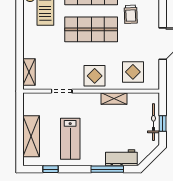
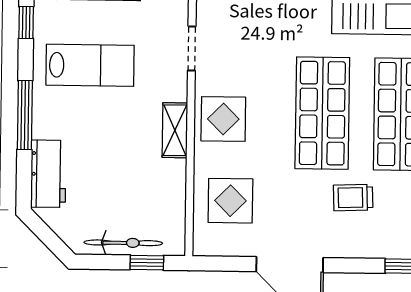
shelving: (114, 99) -> (175, 130), moved
window: (163, 123) -> (147, 263), moved
lab bench: (70, 139) -> (90, 65), turned 180
window: (107, 169) -> (25, 115), moved

